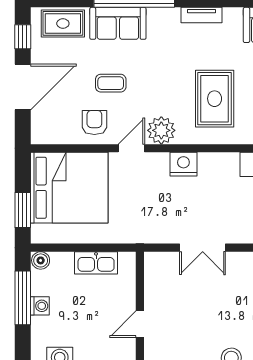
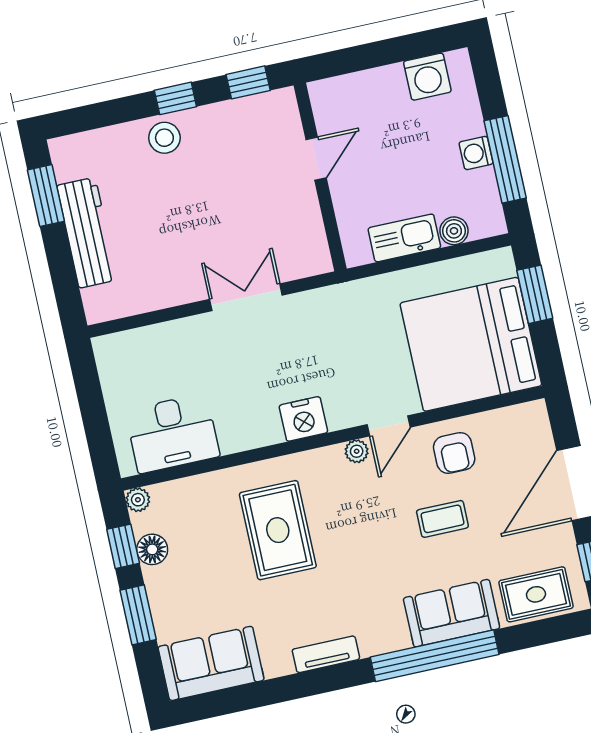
plant: (161, 130) -> (357, 451), width x0.53, depth x0.53
boiler: (41, 260) -> (454, 231), moved

